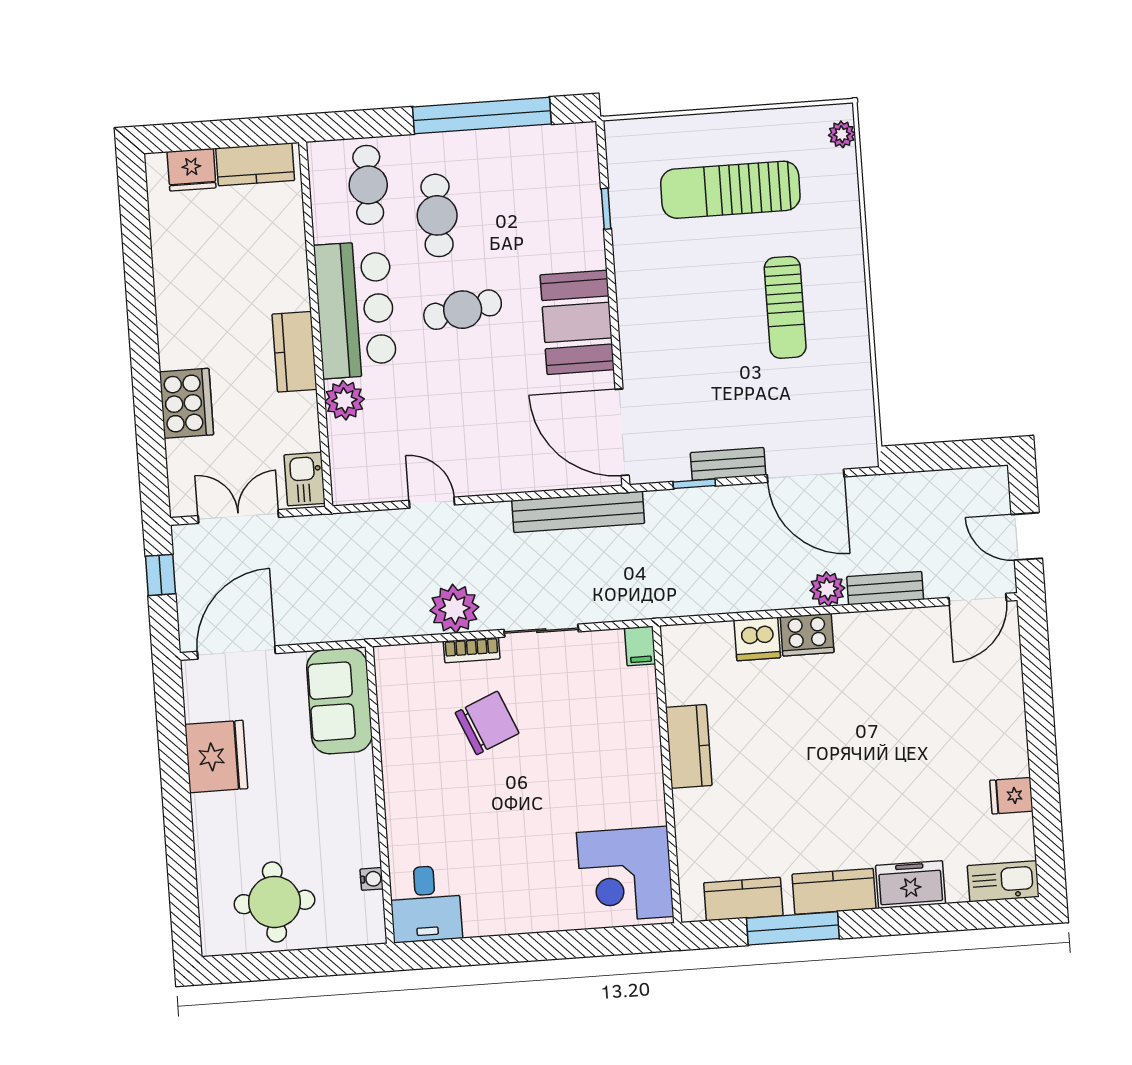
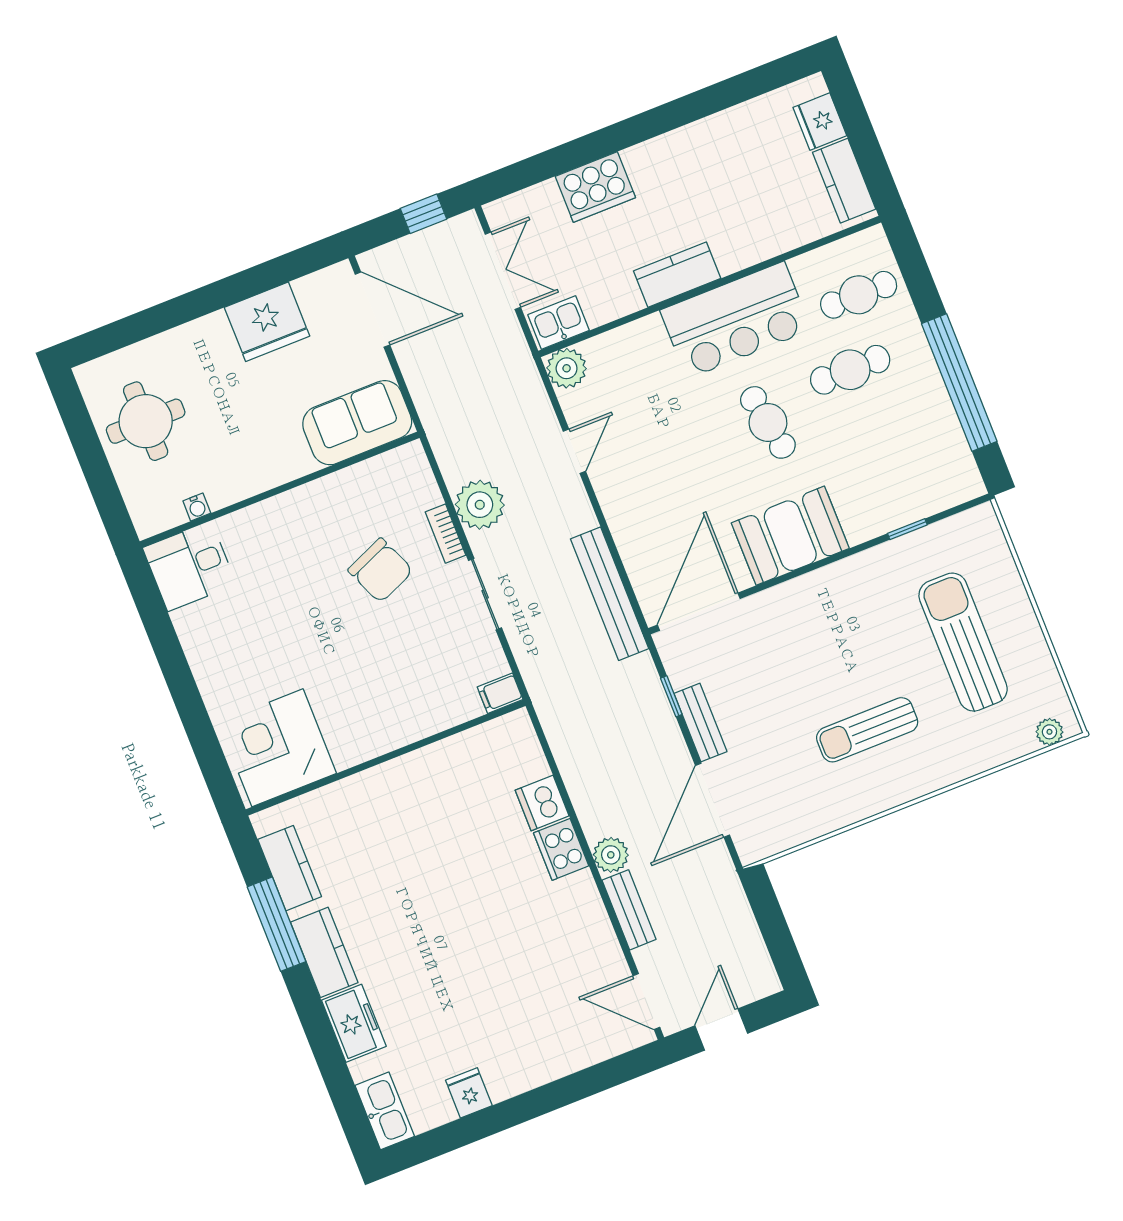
plant: (344, 400) -> (567, 368), moved
kitchen counter: (689, 746) -> (419, 770), removed

